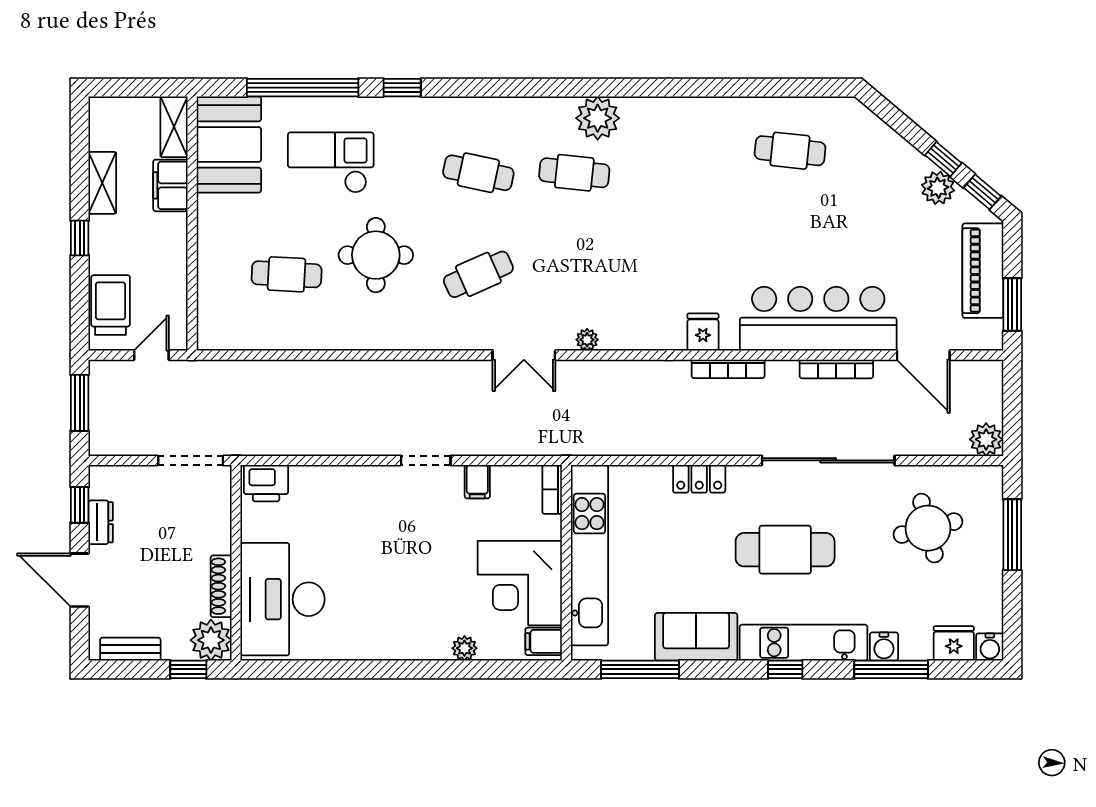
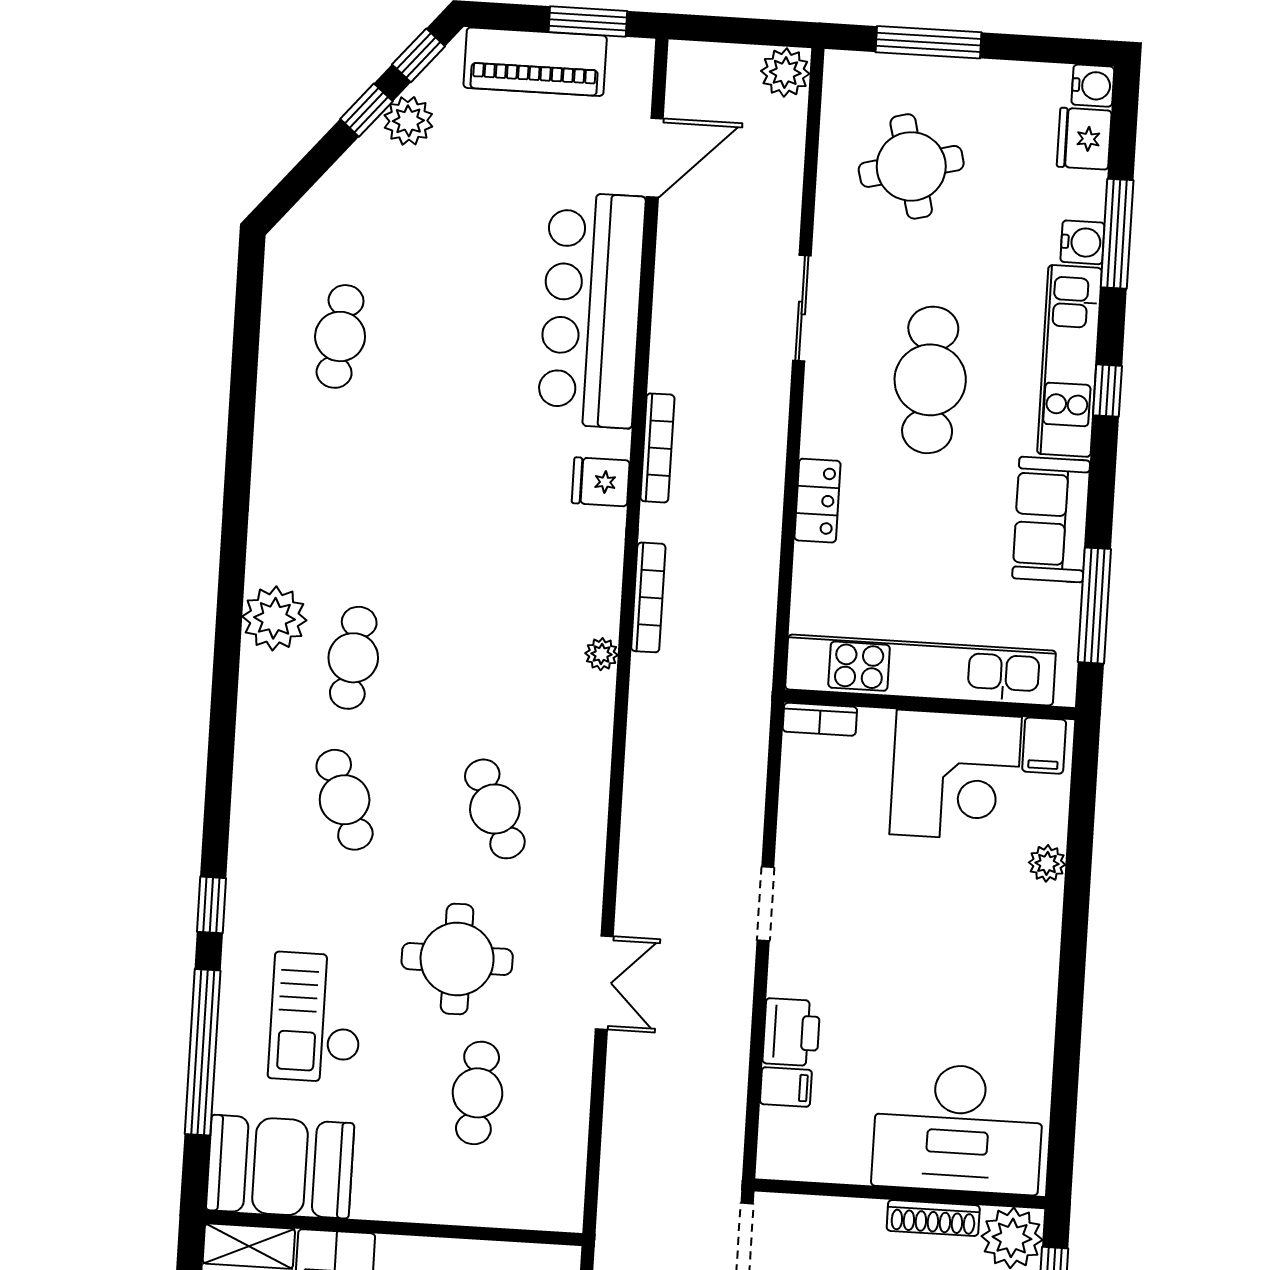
cafe table: (478, 173) -> (345, 800), turned -33
double door: (524, 355) -> (604, 983), moved
bookcase: (836, 369) -> (648, 597), moved
sliding door: (828, 460) -> (802, 308), width x0.54
filing cabinet: (477, 482) -> (786, 1087), moved
printer: (266, 483) -> (791, 1032), moved

